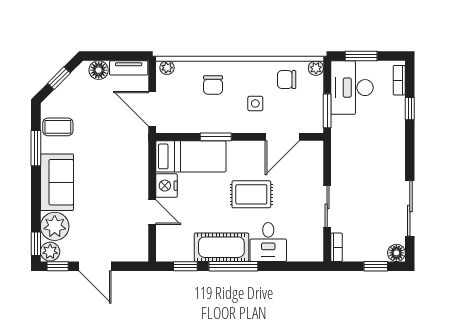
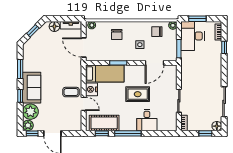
coffee table: (58, 127) -> (71, 92), moved
window: (36, 244) -> (20, 96), moved
cot: (221, 247) -> (104, 123), moved

